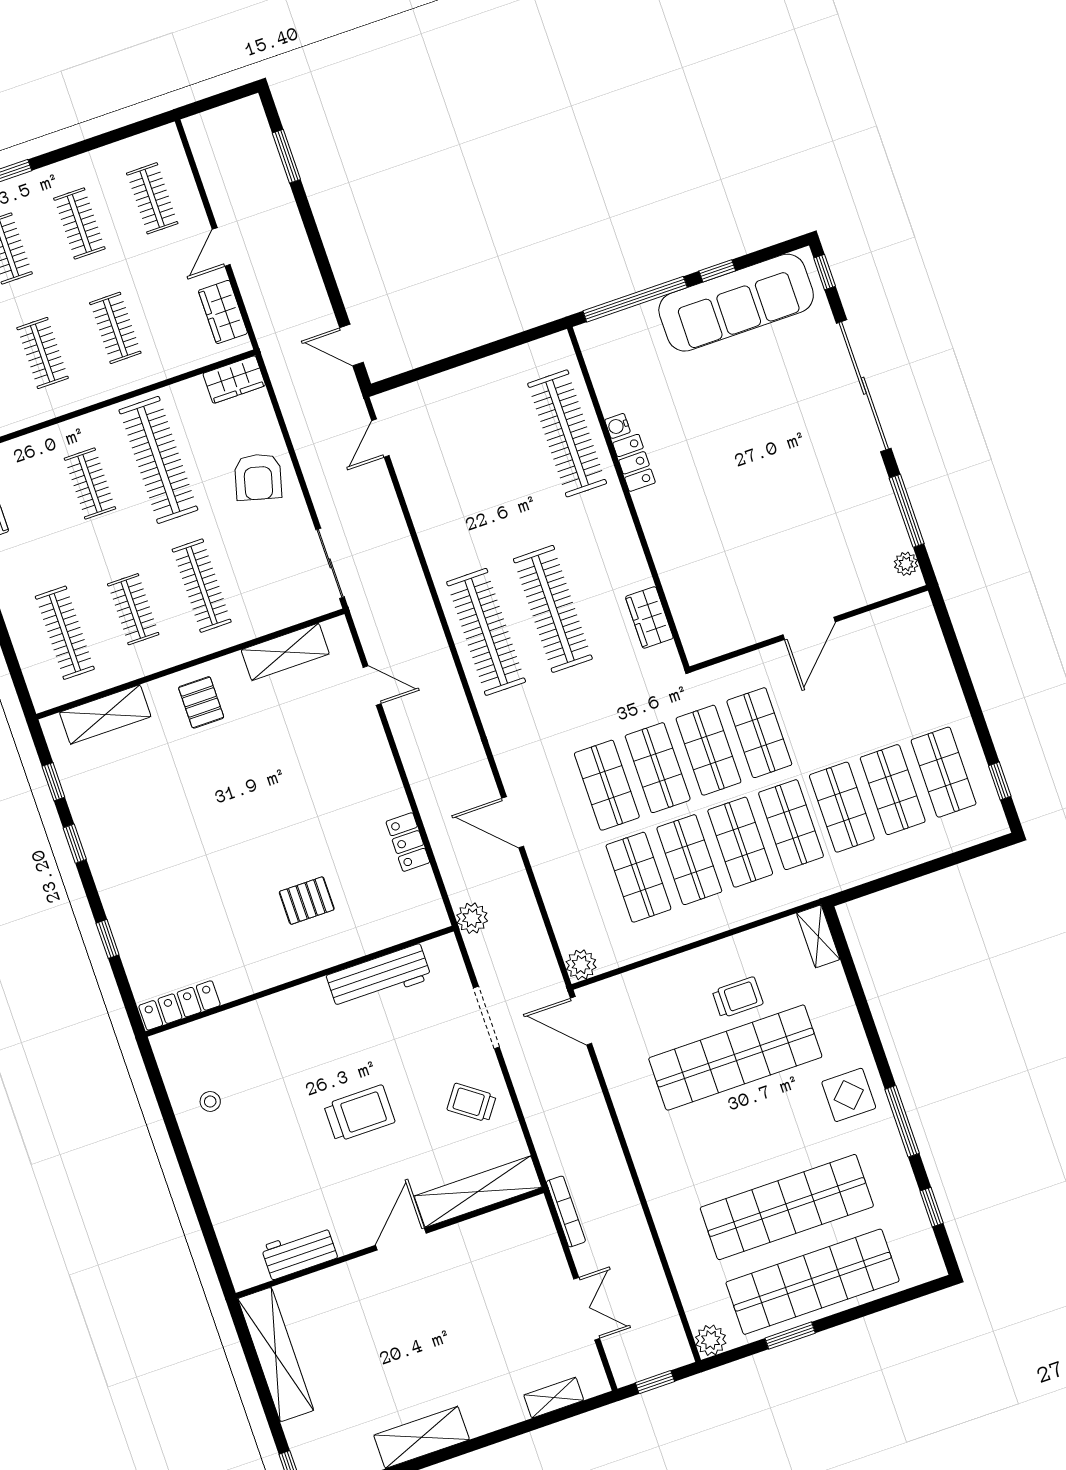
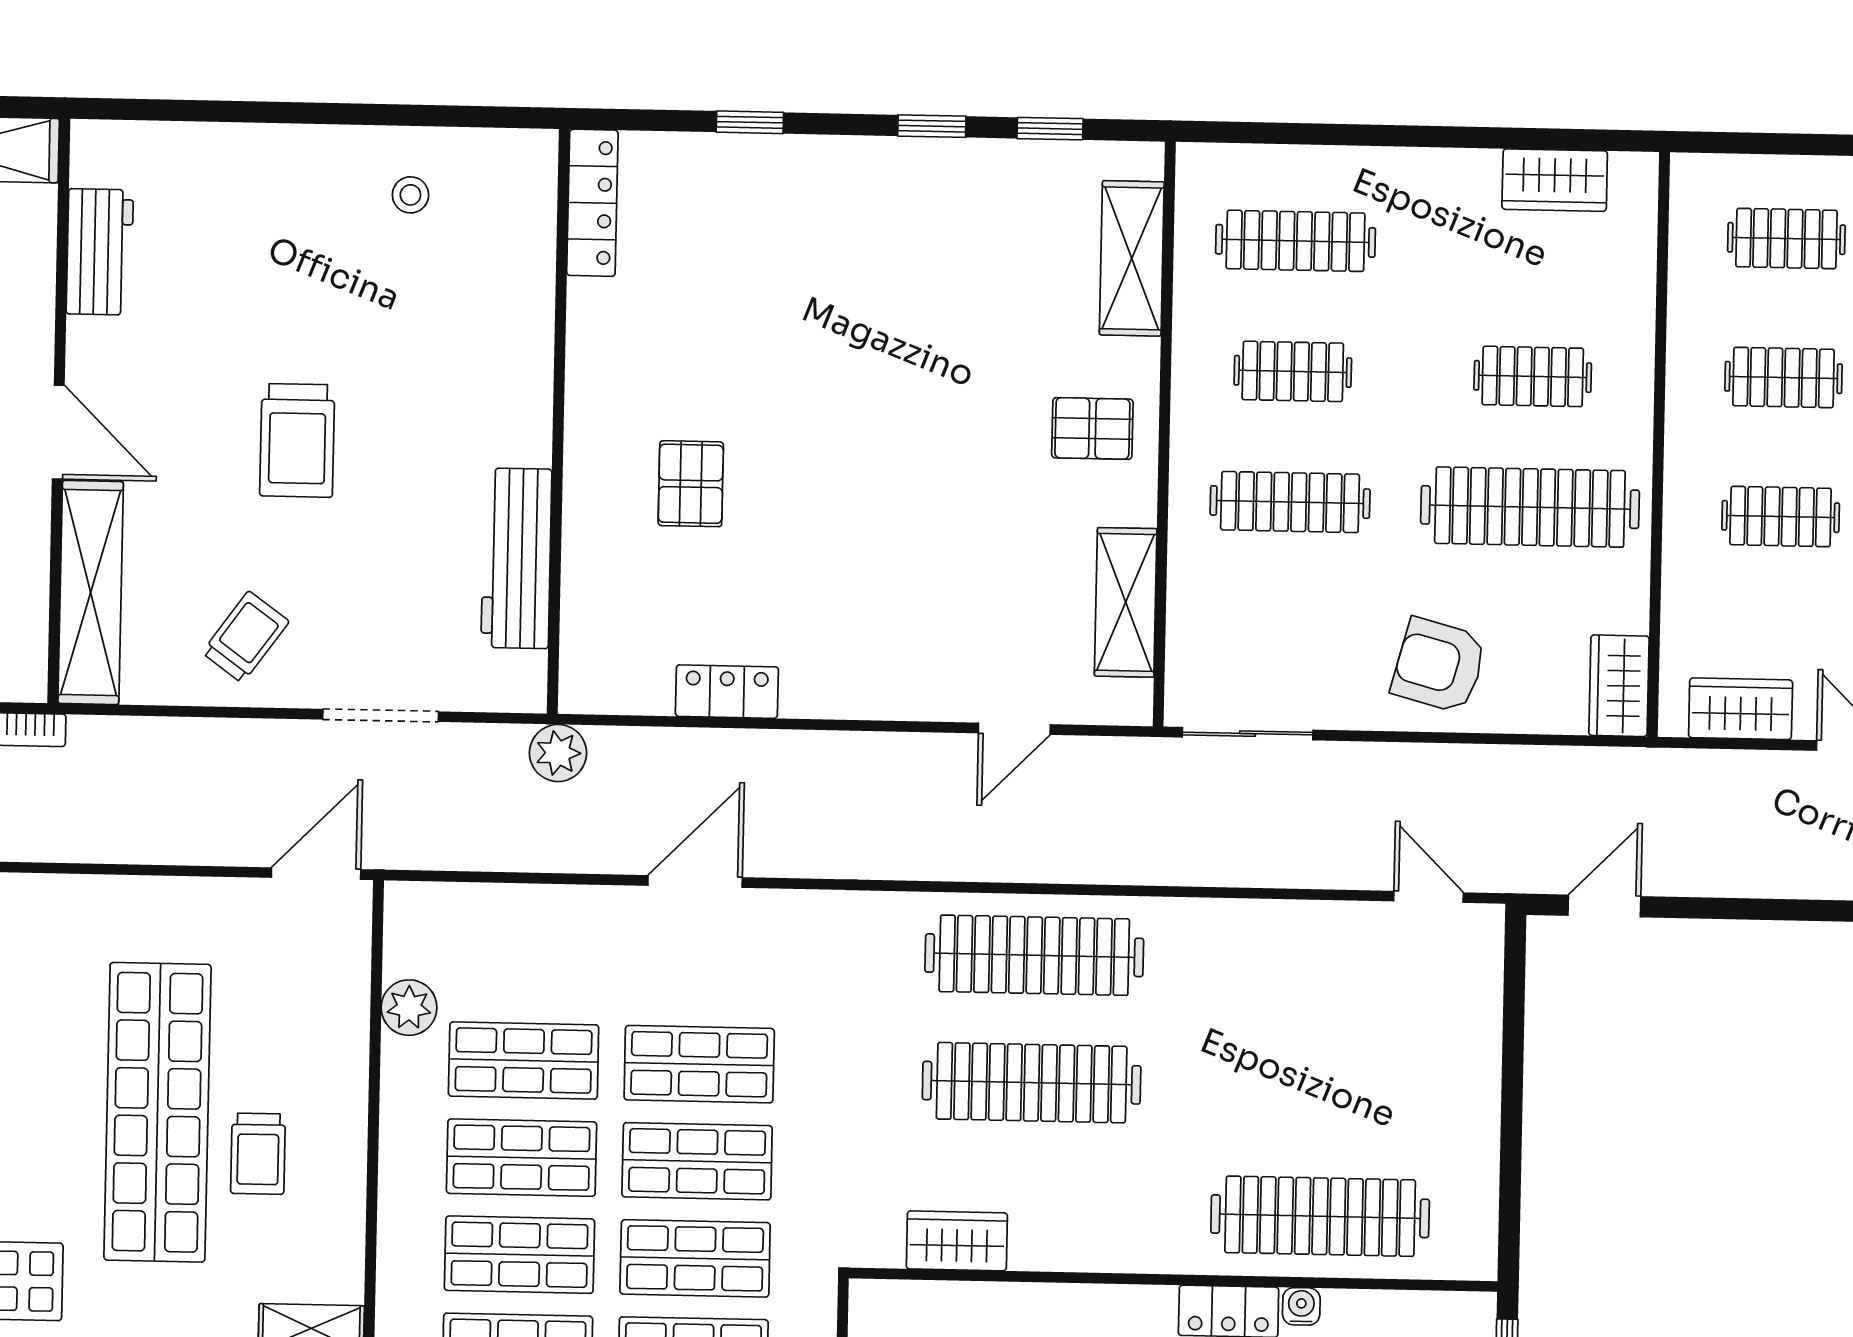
plant: (581, 965) -> (409, 1008), moved

